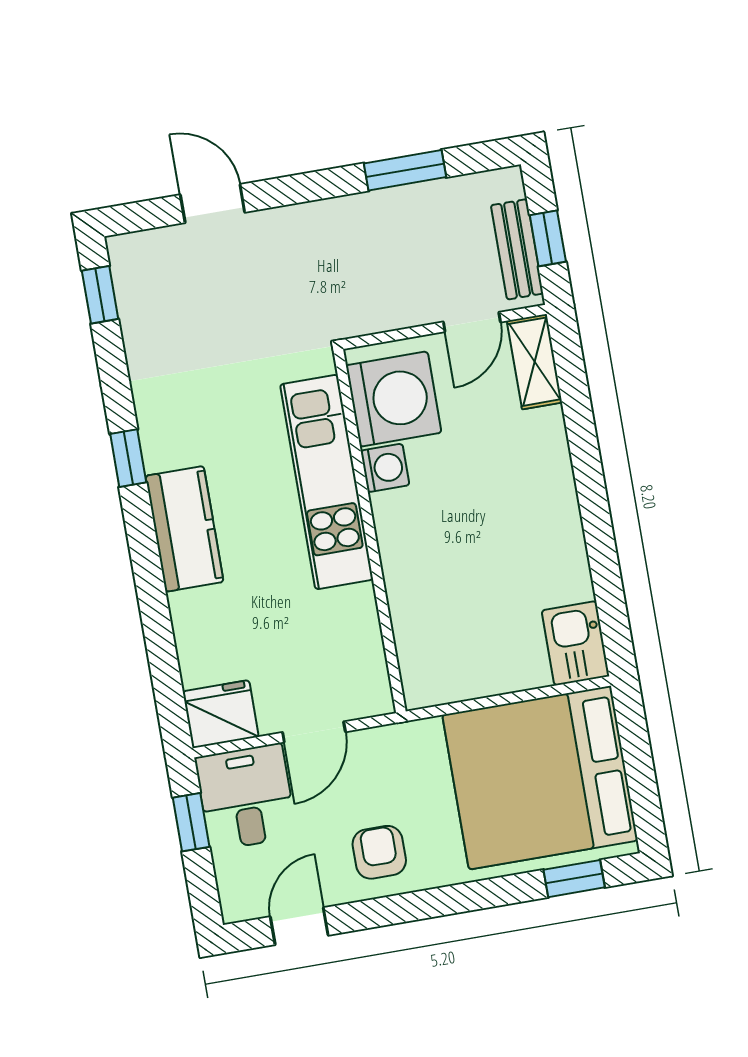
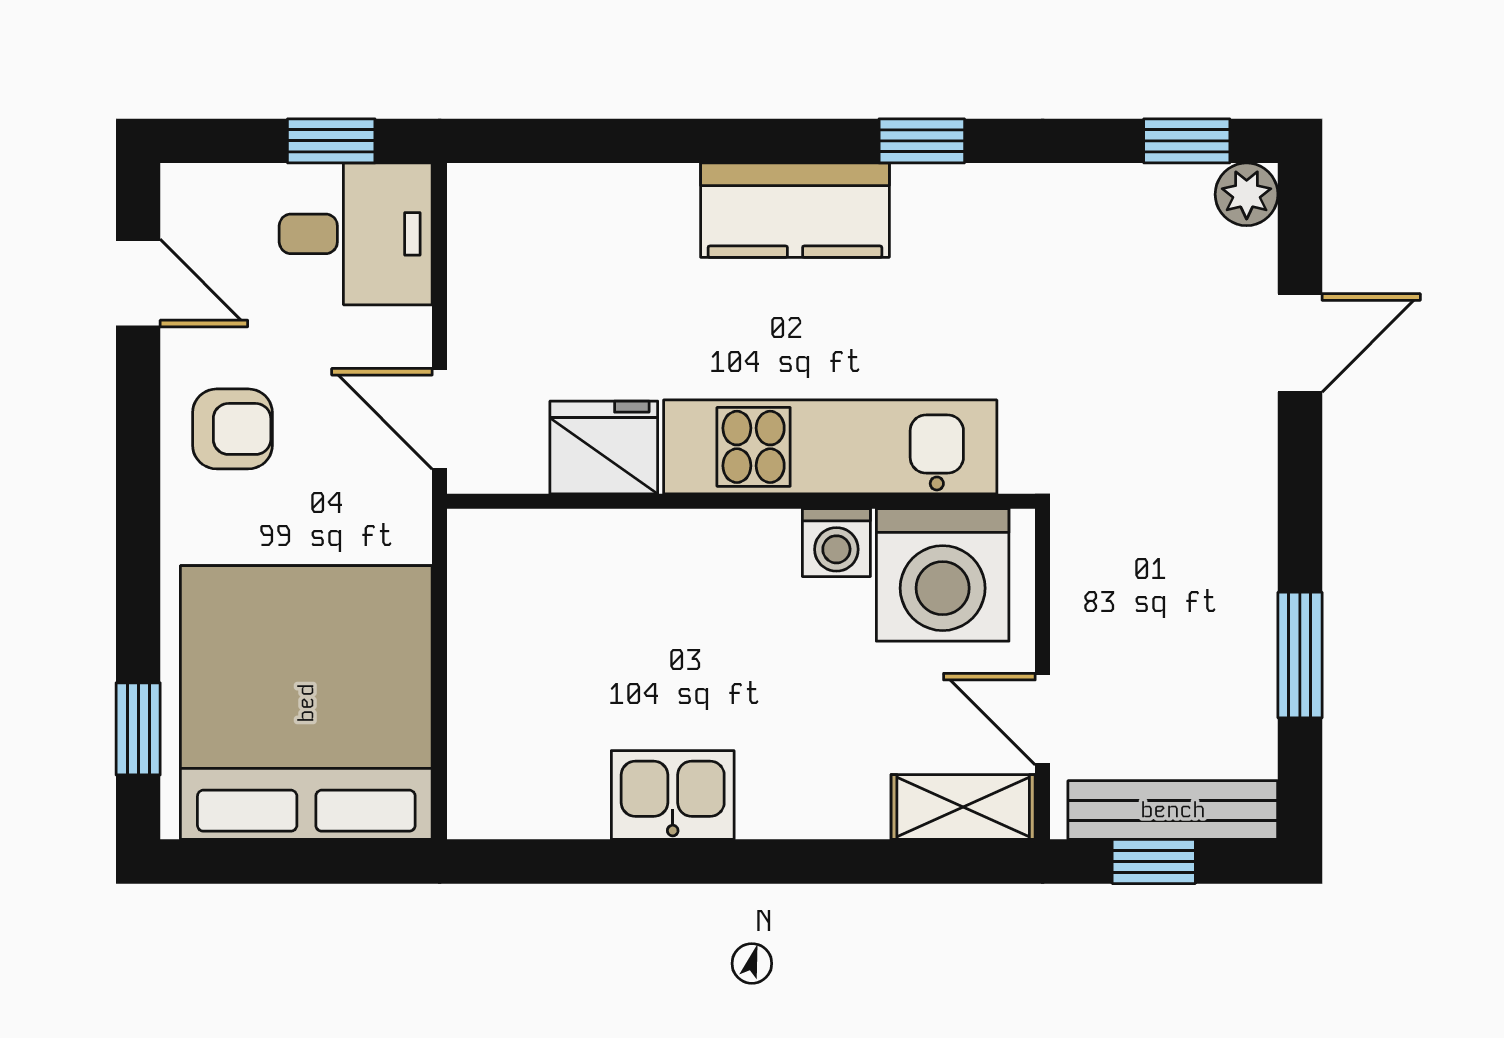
bench: (517, 249) -> (1173, 810), width x1.36
plant: (127, 252) -> (1247, 194), added
kitchen sink: (575, 643) -> (673, 795), moved
fridge: (221, 714) -> (604, 447), moved, turned -90
door: (314, 732) -> (440, 419), moved

